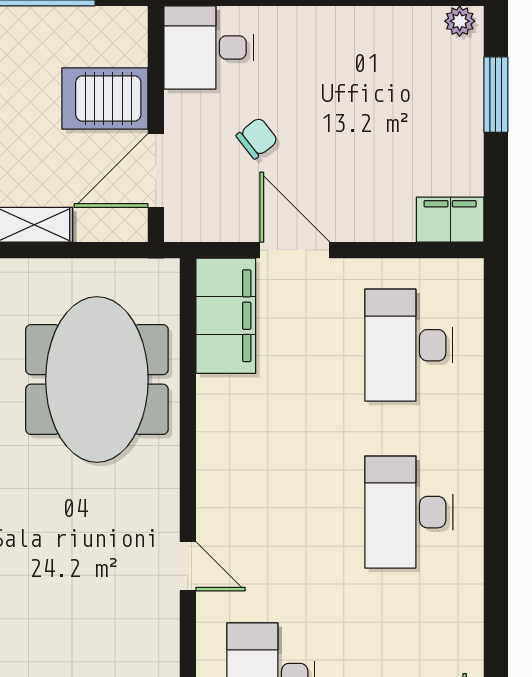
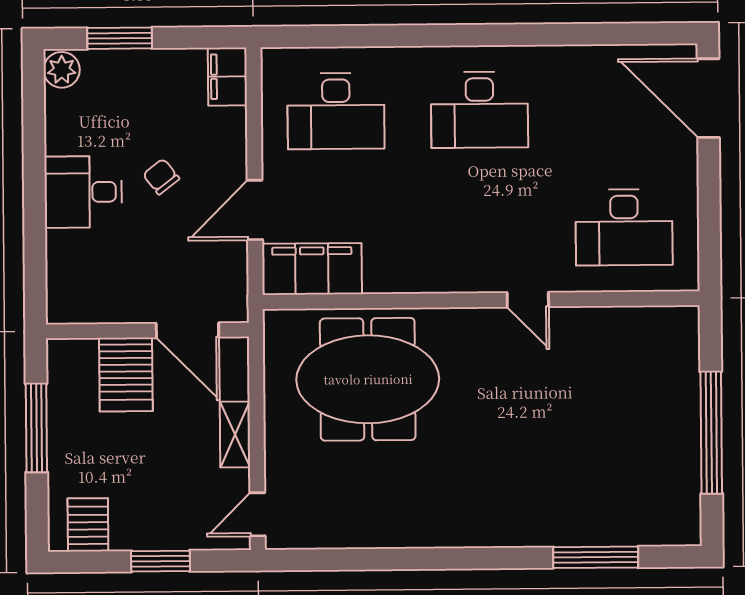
plant: (460, 21) -> (62, 70), width x1.38, depth x1.38
desk: (209, 47) -> (83, 192), moved, turned 90
chair: (257, 138) -> (161, 177), moved
door: (188, 566) -> (528, 300), swing flipped

